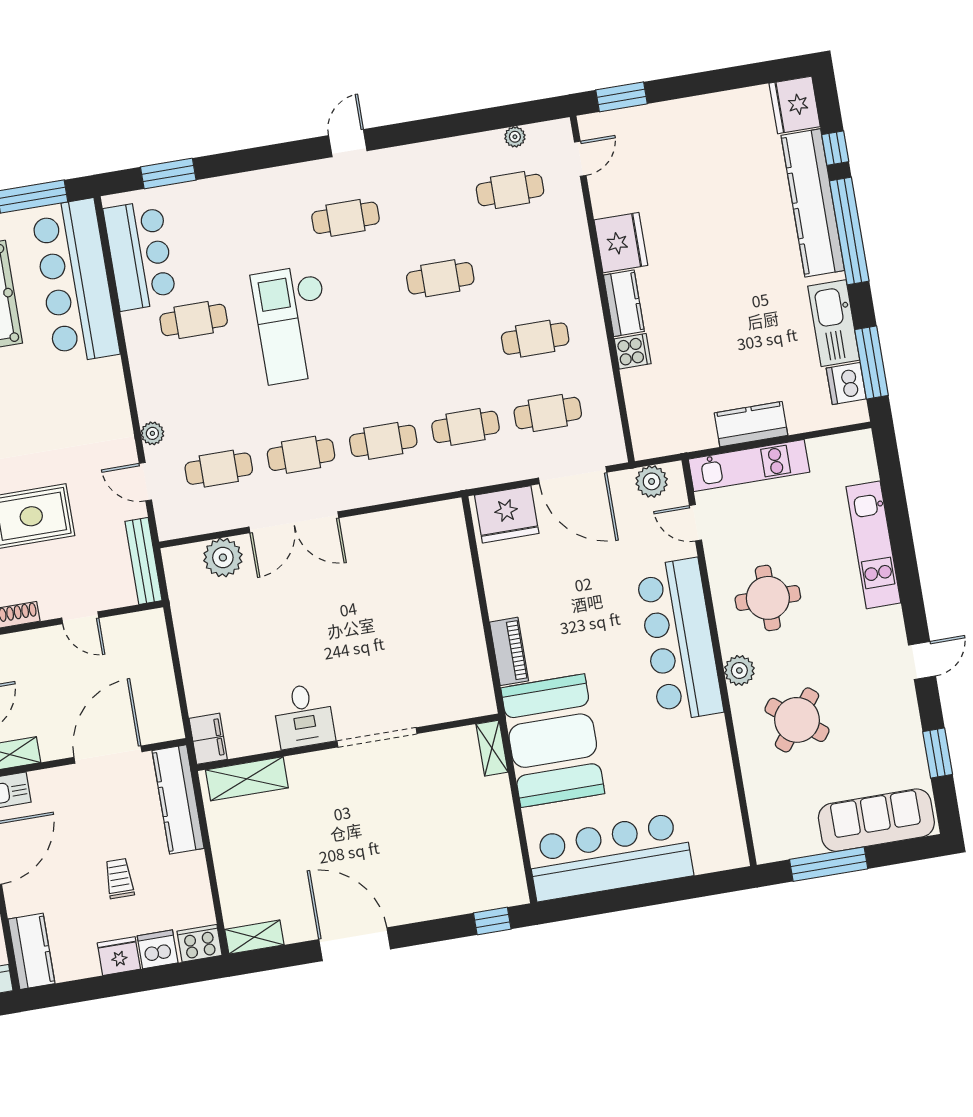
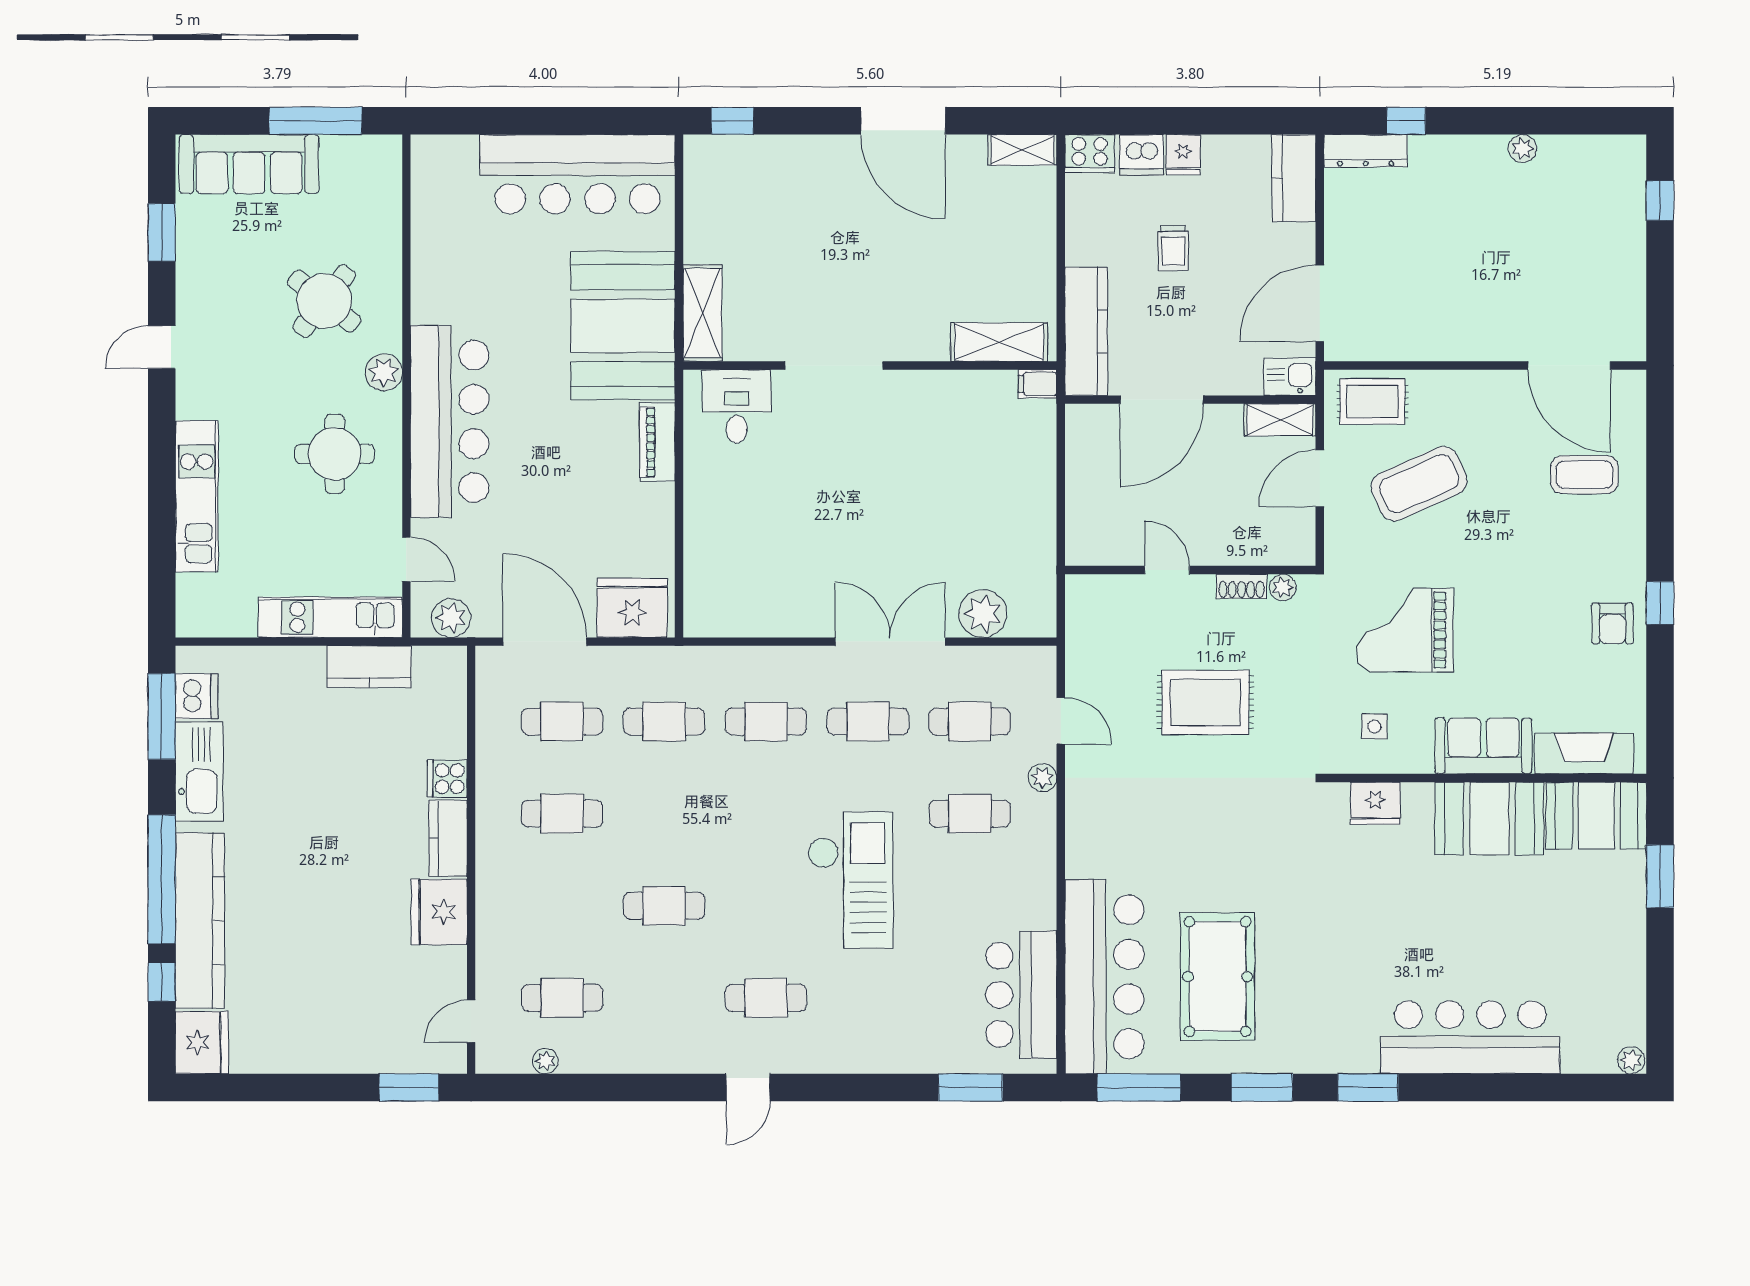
cafe table: (194, 320) -> (970, 814), moved
kitchen counter: (751, 424) -> (369, 667), moved
bench: (143, 561) -> (1079, 626), removed
desk: (304, 716) -> (737, 406), moved
filing cabinet: (208, 739) -> (1038, 384), width x0.50
shelving: (492, 748) -> (703, 313), width x1.50, depth x1.33
fridge: (119, 956) -> (1183, 155), width x0.72

